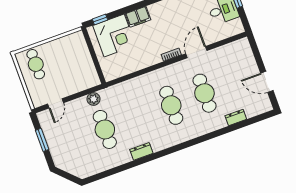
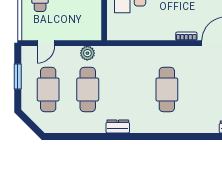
cafe table: (204, 93) -> (48, 89), moved

